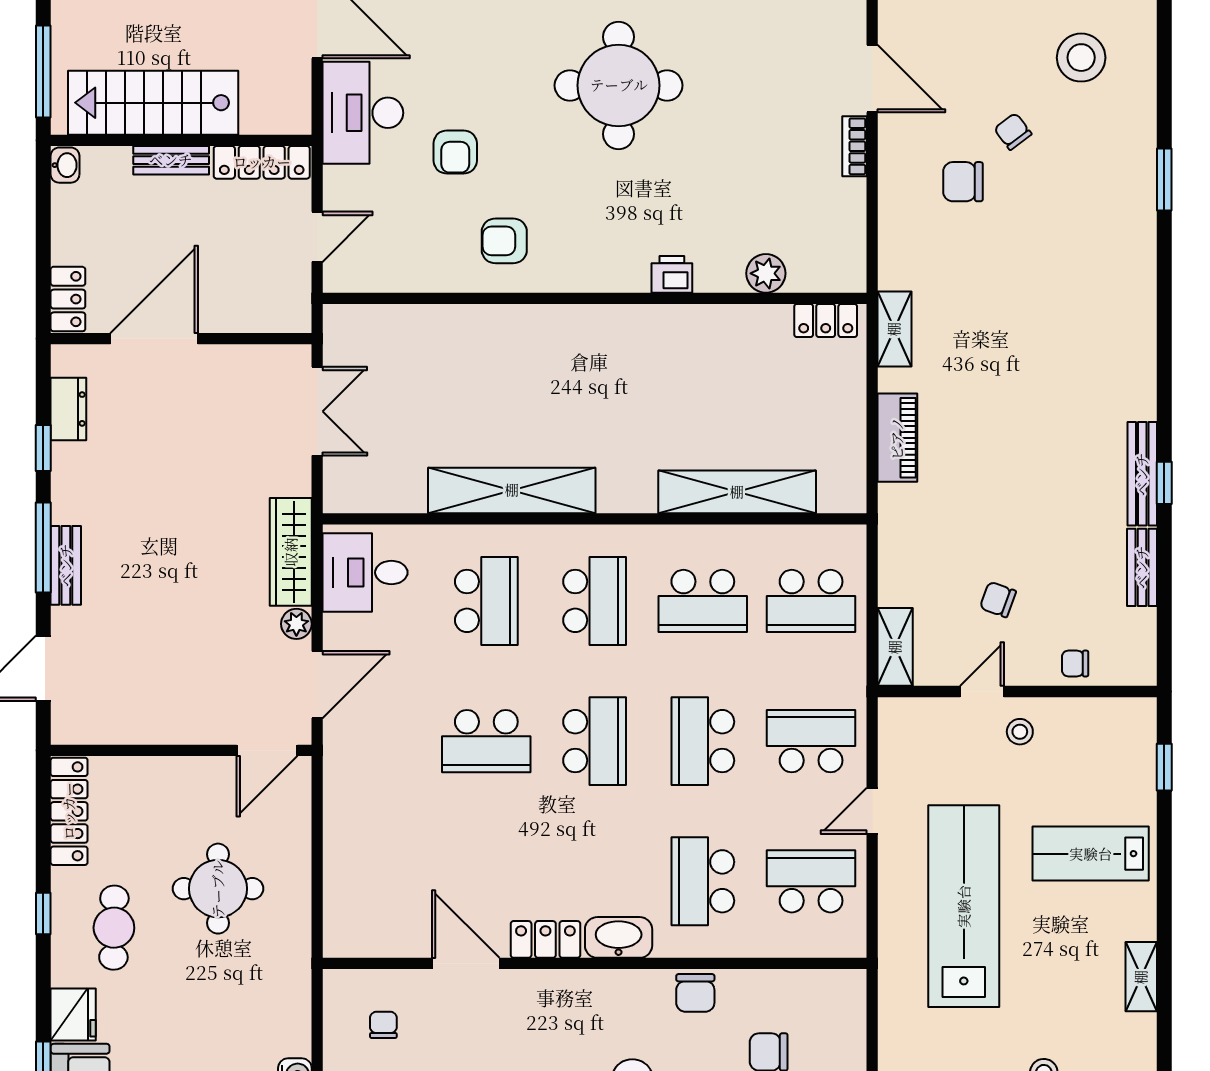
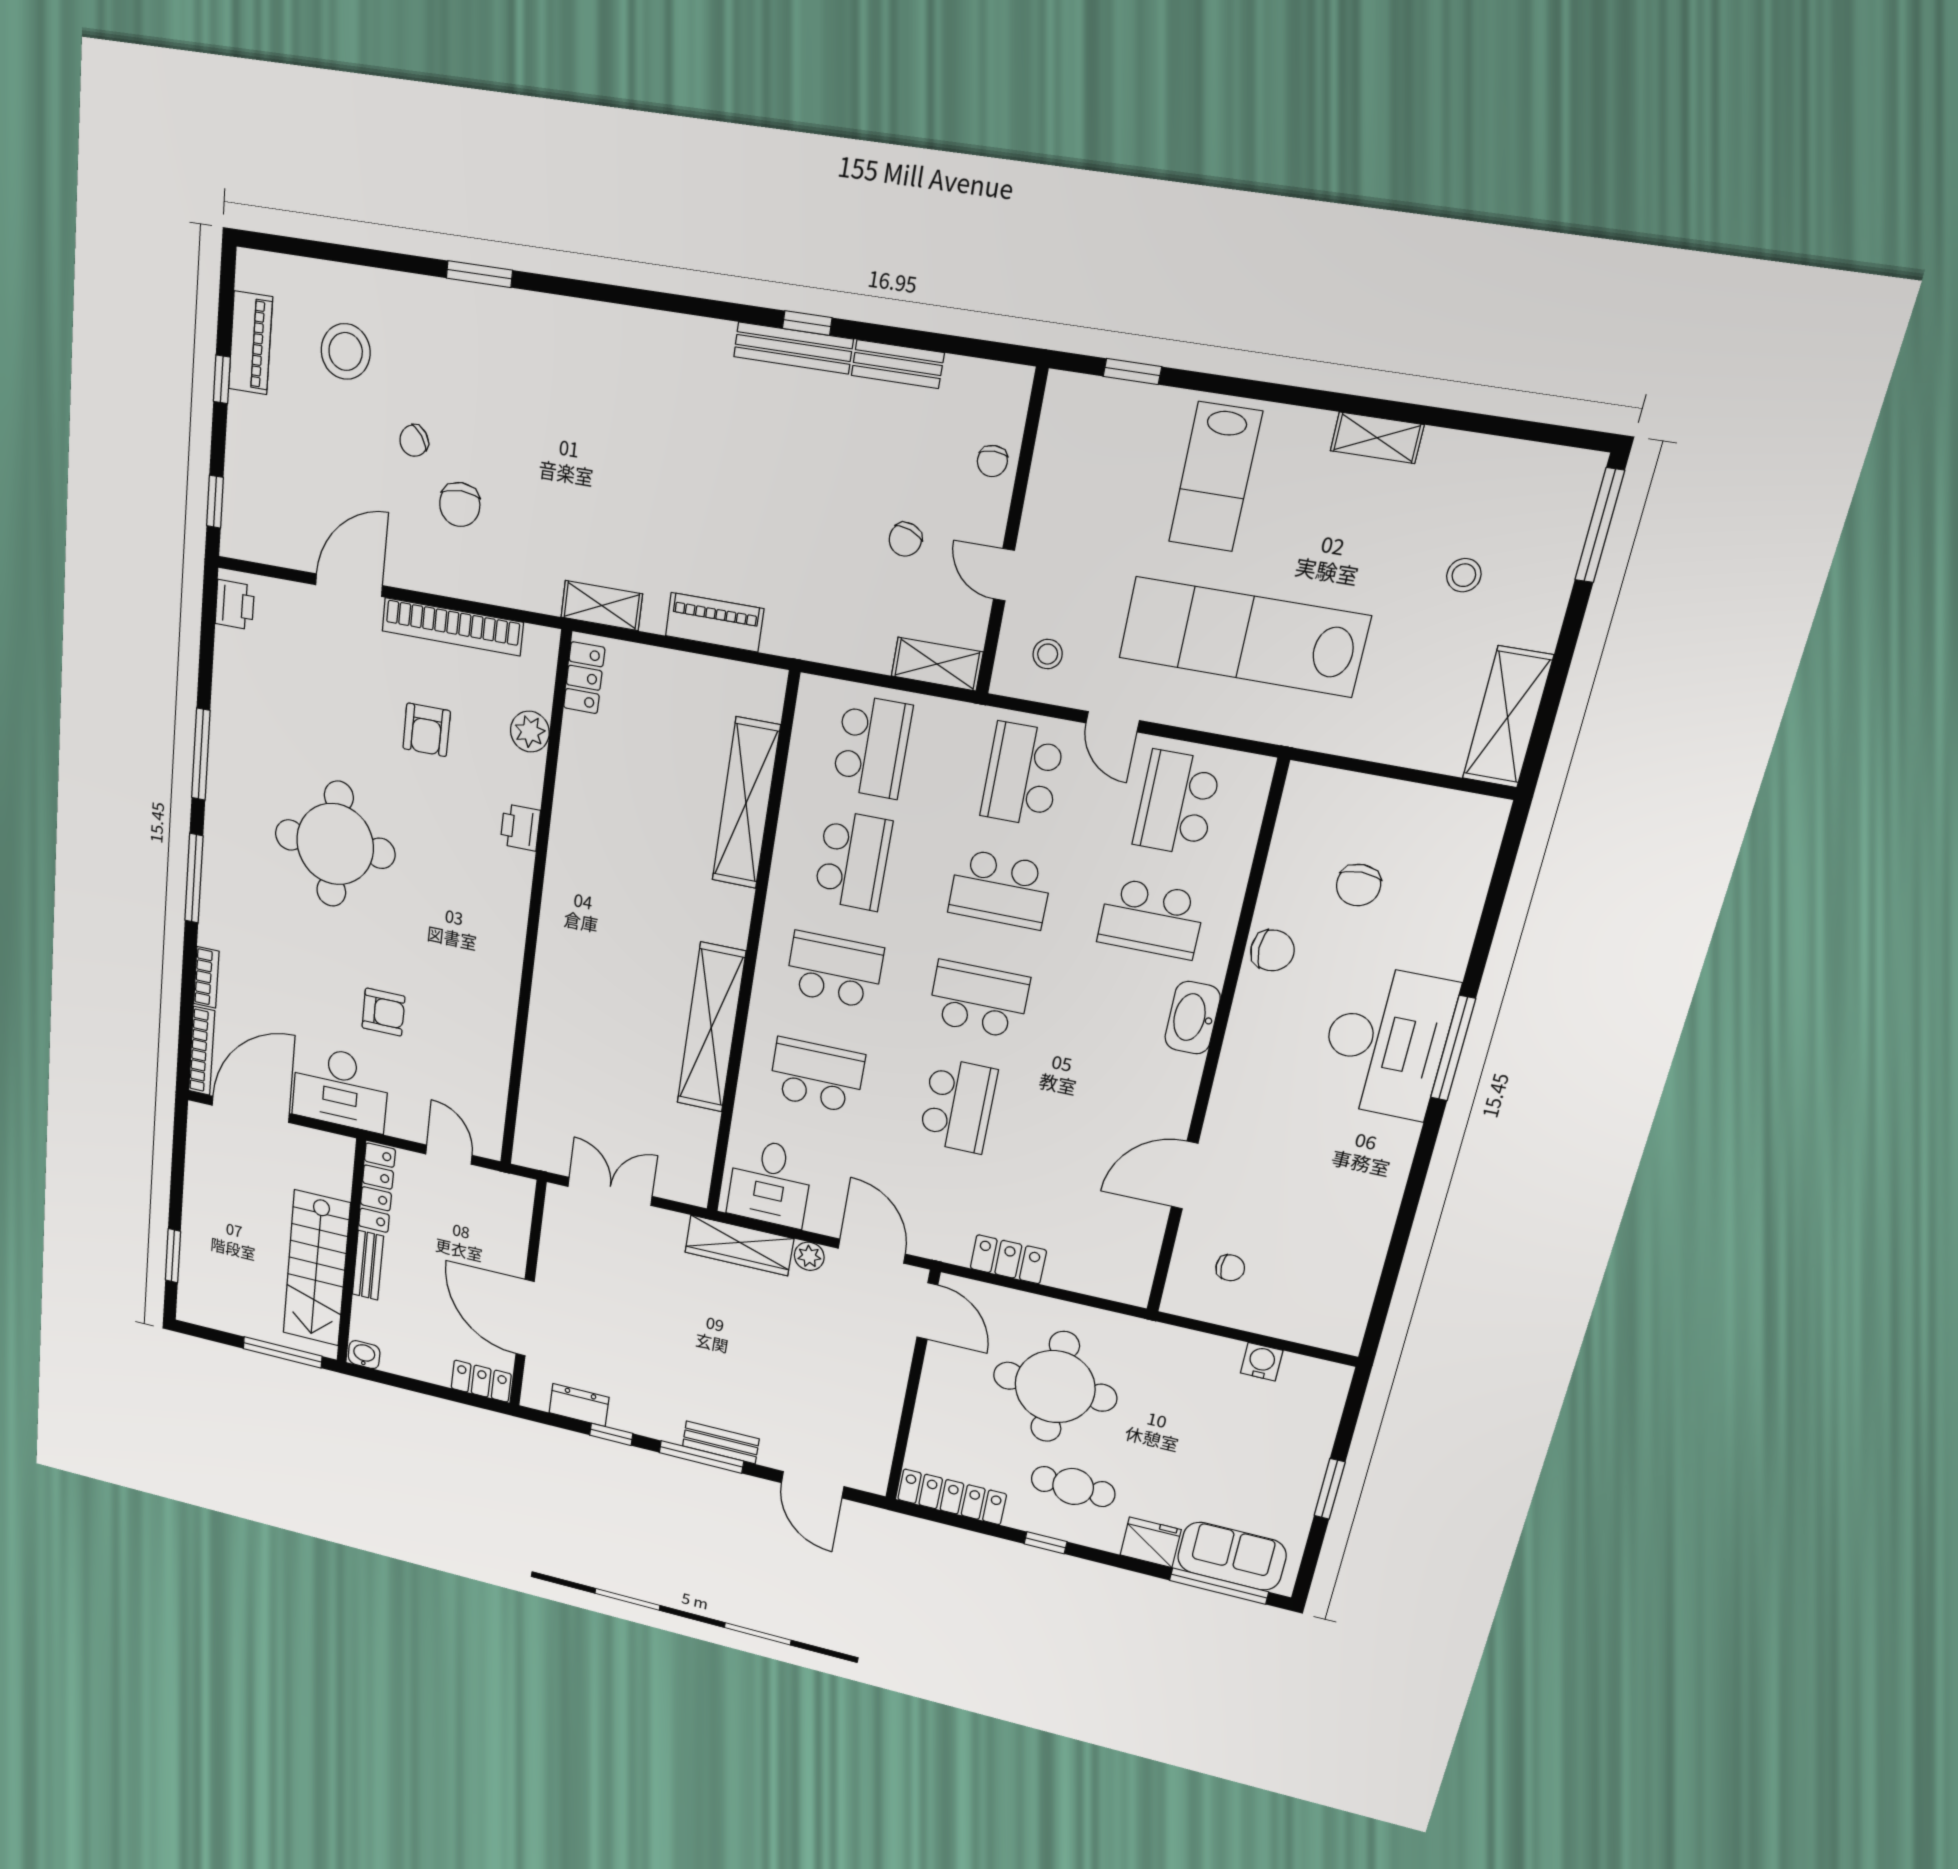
bookcase: (854, 146) -> (452, 627), width x2.31, depth x1.31
armchair: (504, 241) -> (427, 730), moved
stool: (1020, 732) -> (1048, 654), moved
round table: (218, 889) -> (1055, 1387), width x1.36, depth x1.36
locker: (545, 939) -> (1008, 1259), moved, turned 90
chair: (383, 1025) -> (1230, 1268), turned 180

